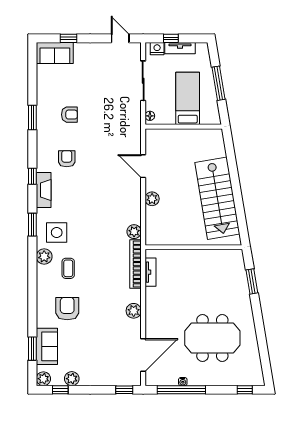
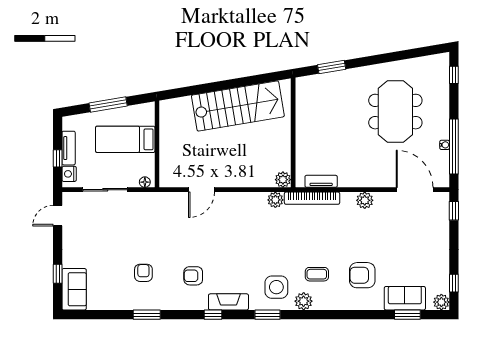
plant: (152, 199) -> (283, 180), moved
plant: (72, 379) -> (441, 270), removed

